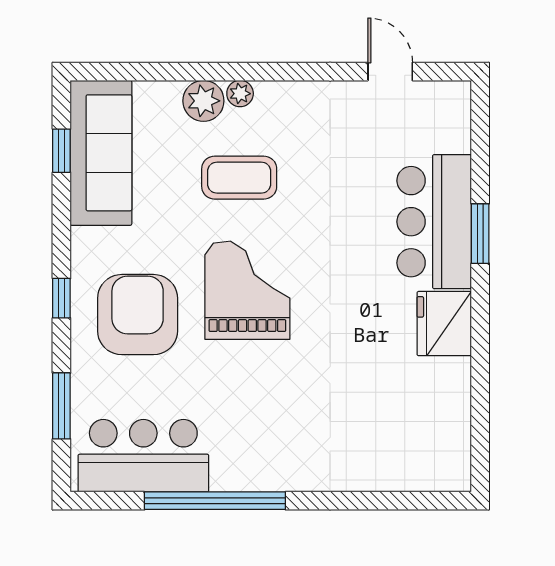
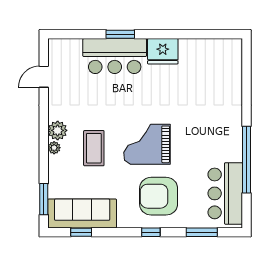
window: (132, 72) -> (44, 199), added
plant: (203, 101) -> (58, 130), moved

